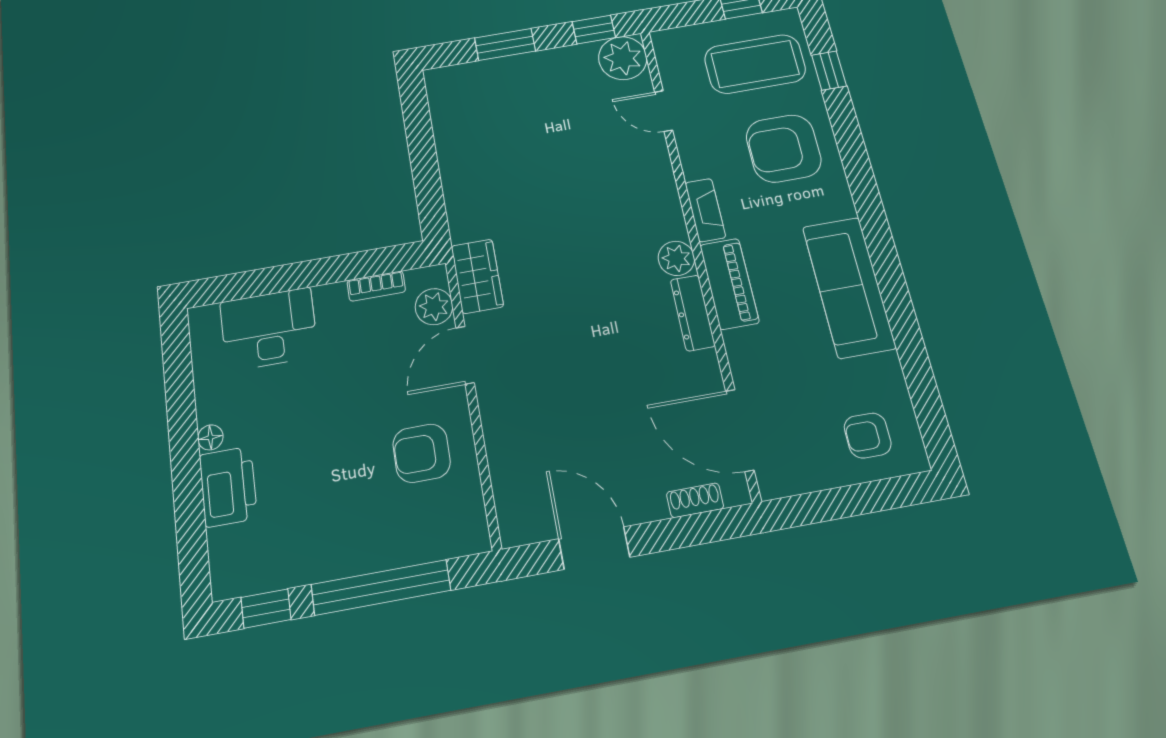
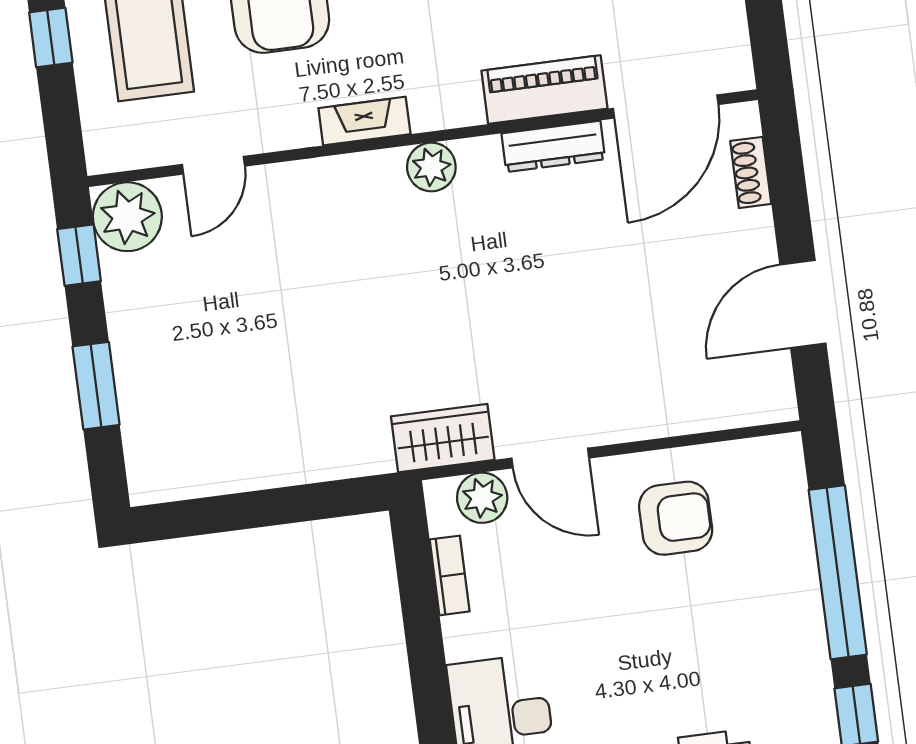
piano: (729, 284) -> (544, 90), moved
dresser: (693, 313) -> (553, 146), moved
armchair: (422, 453) -> (676, 518), turned -90

